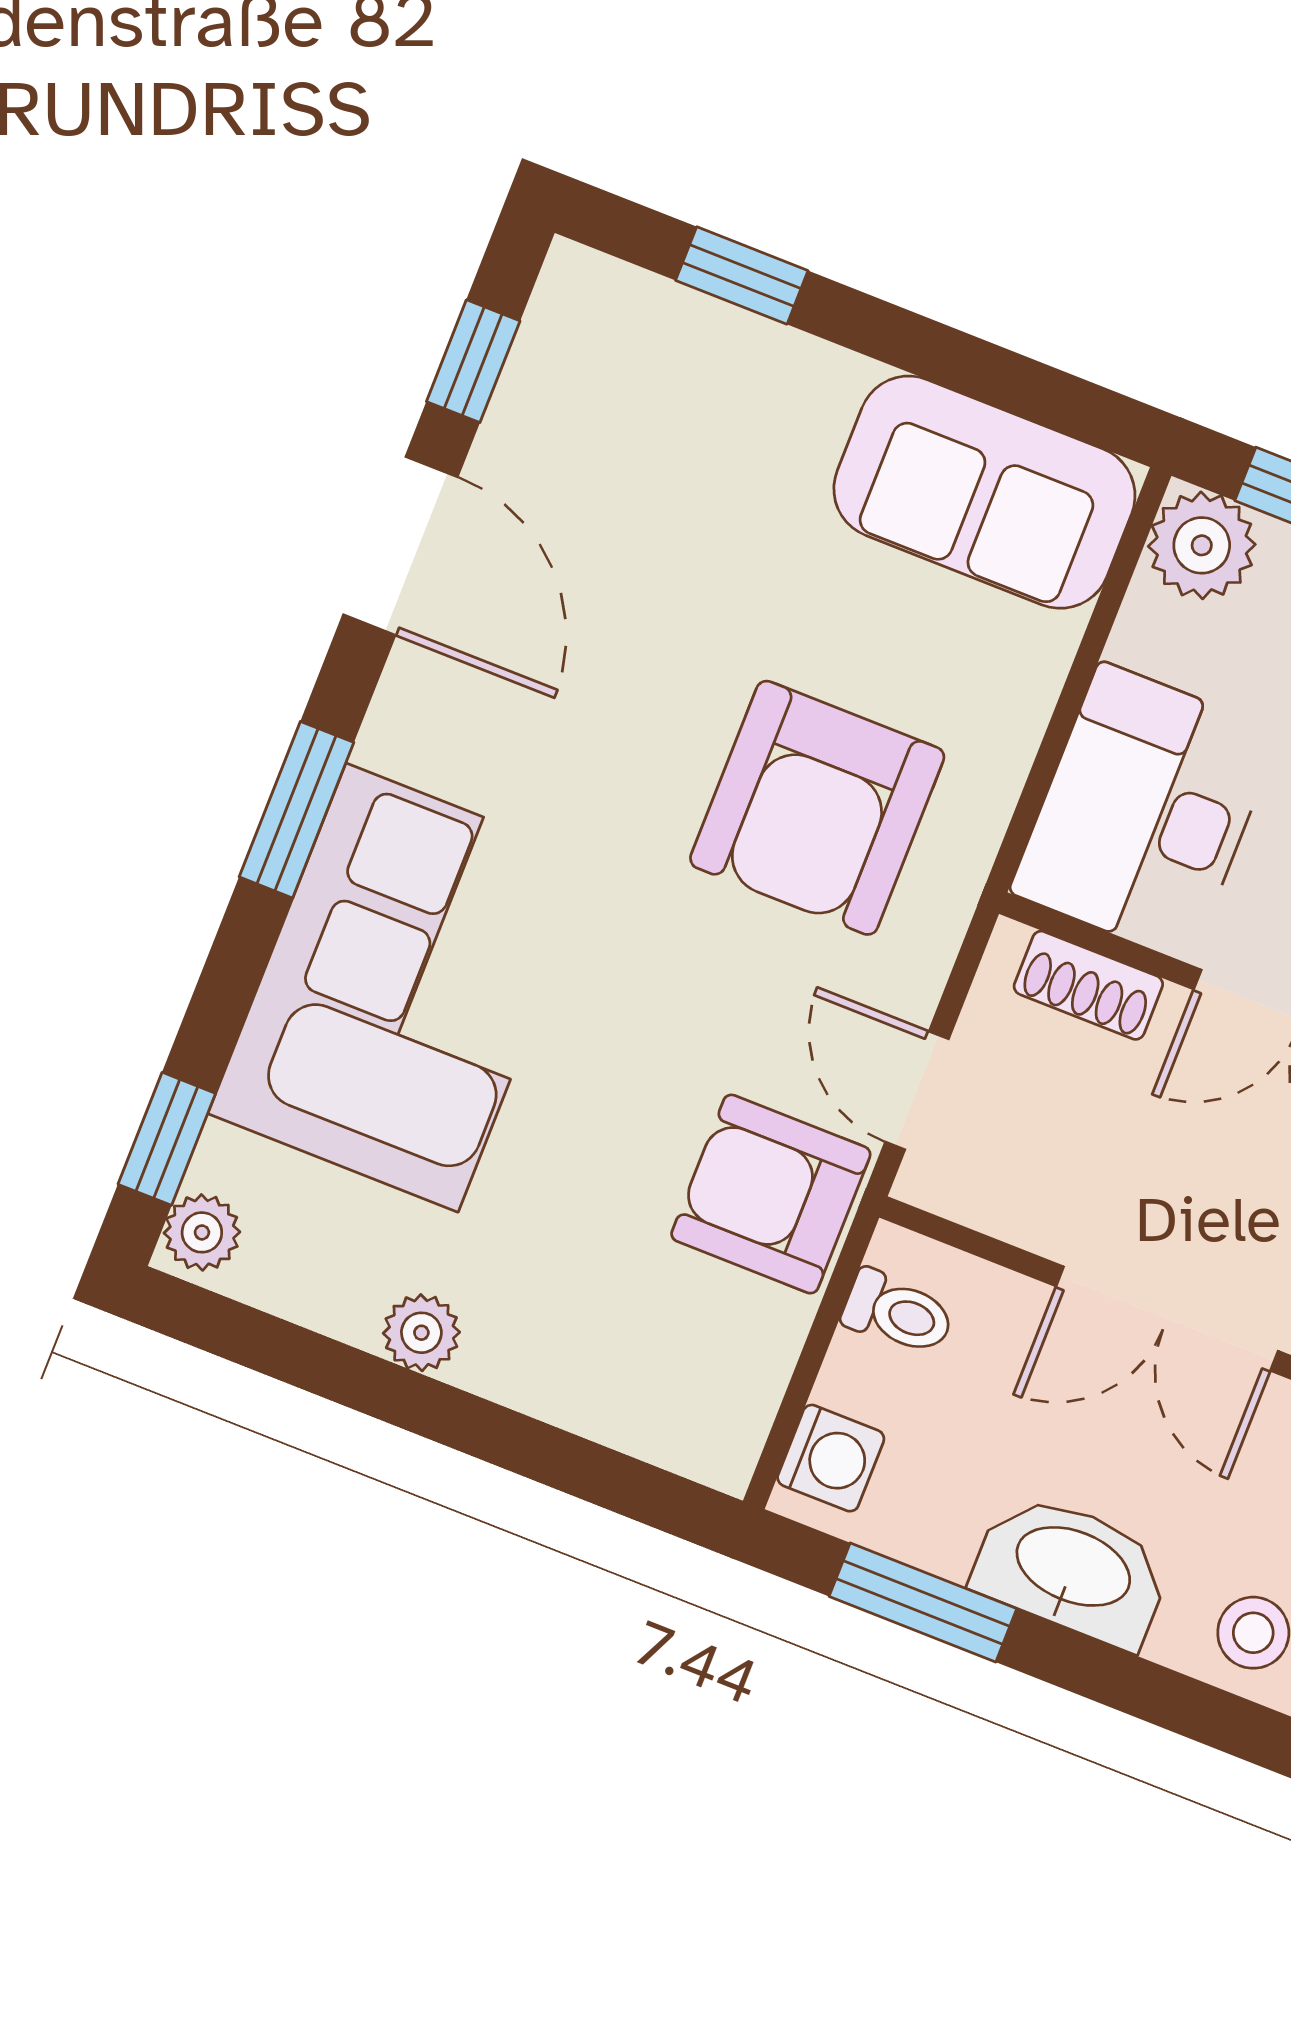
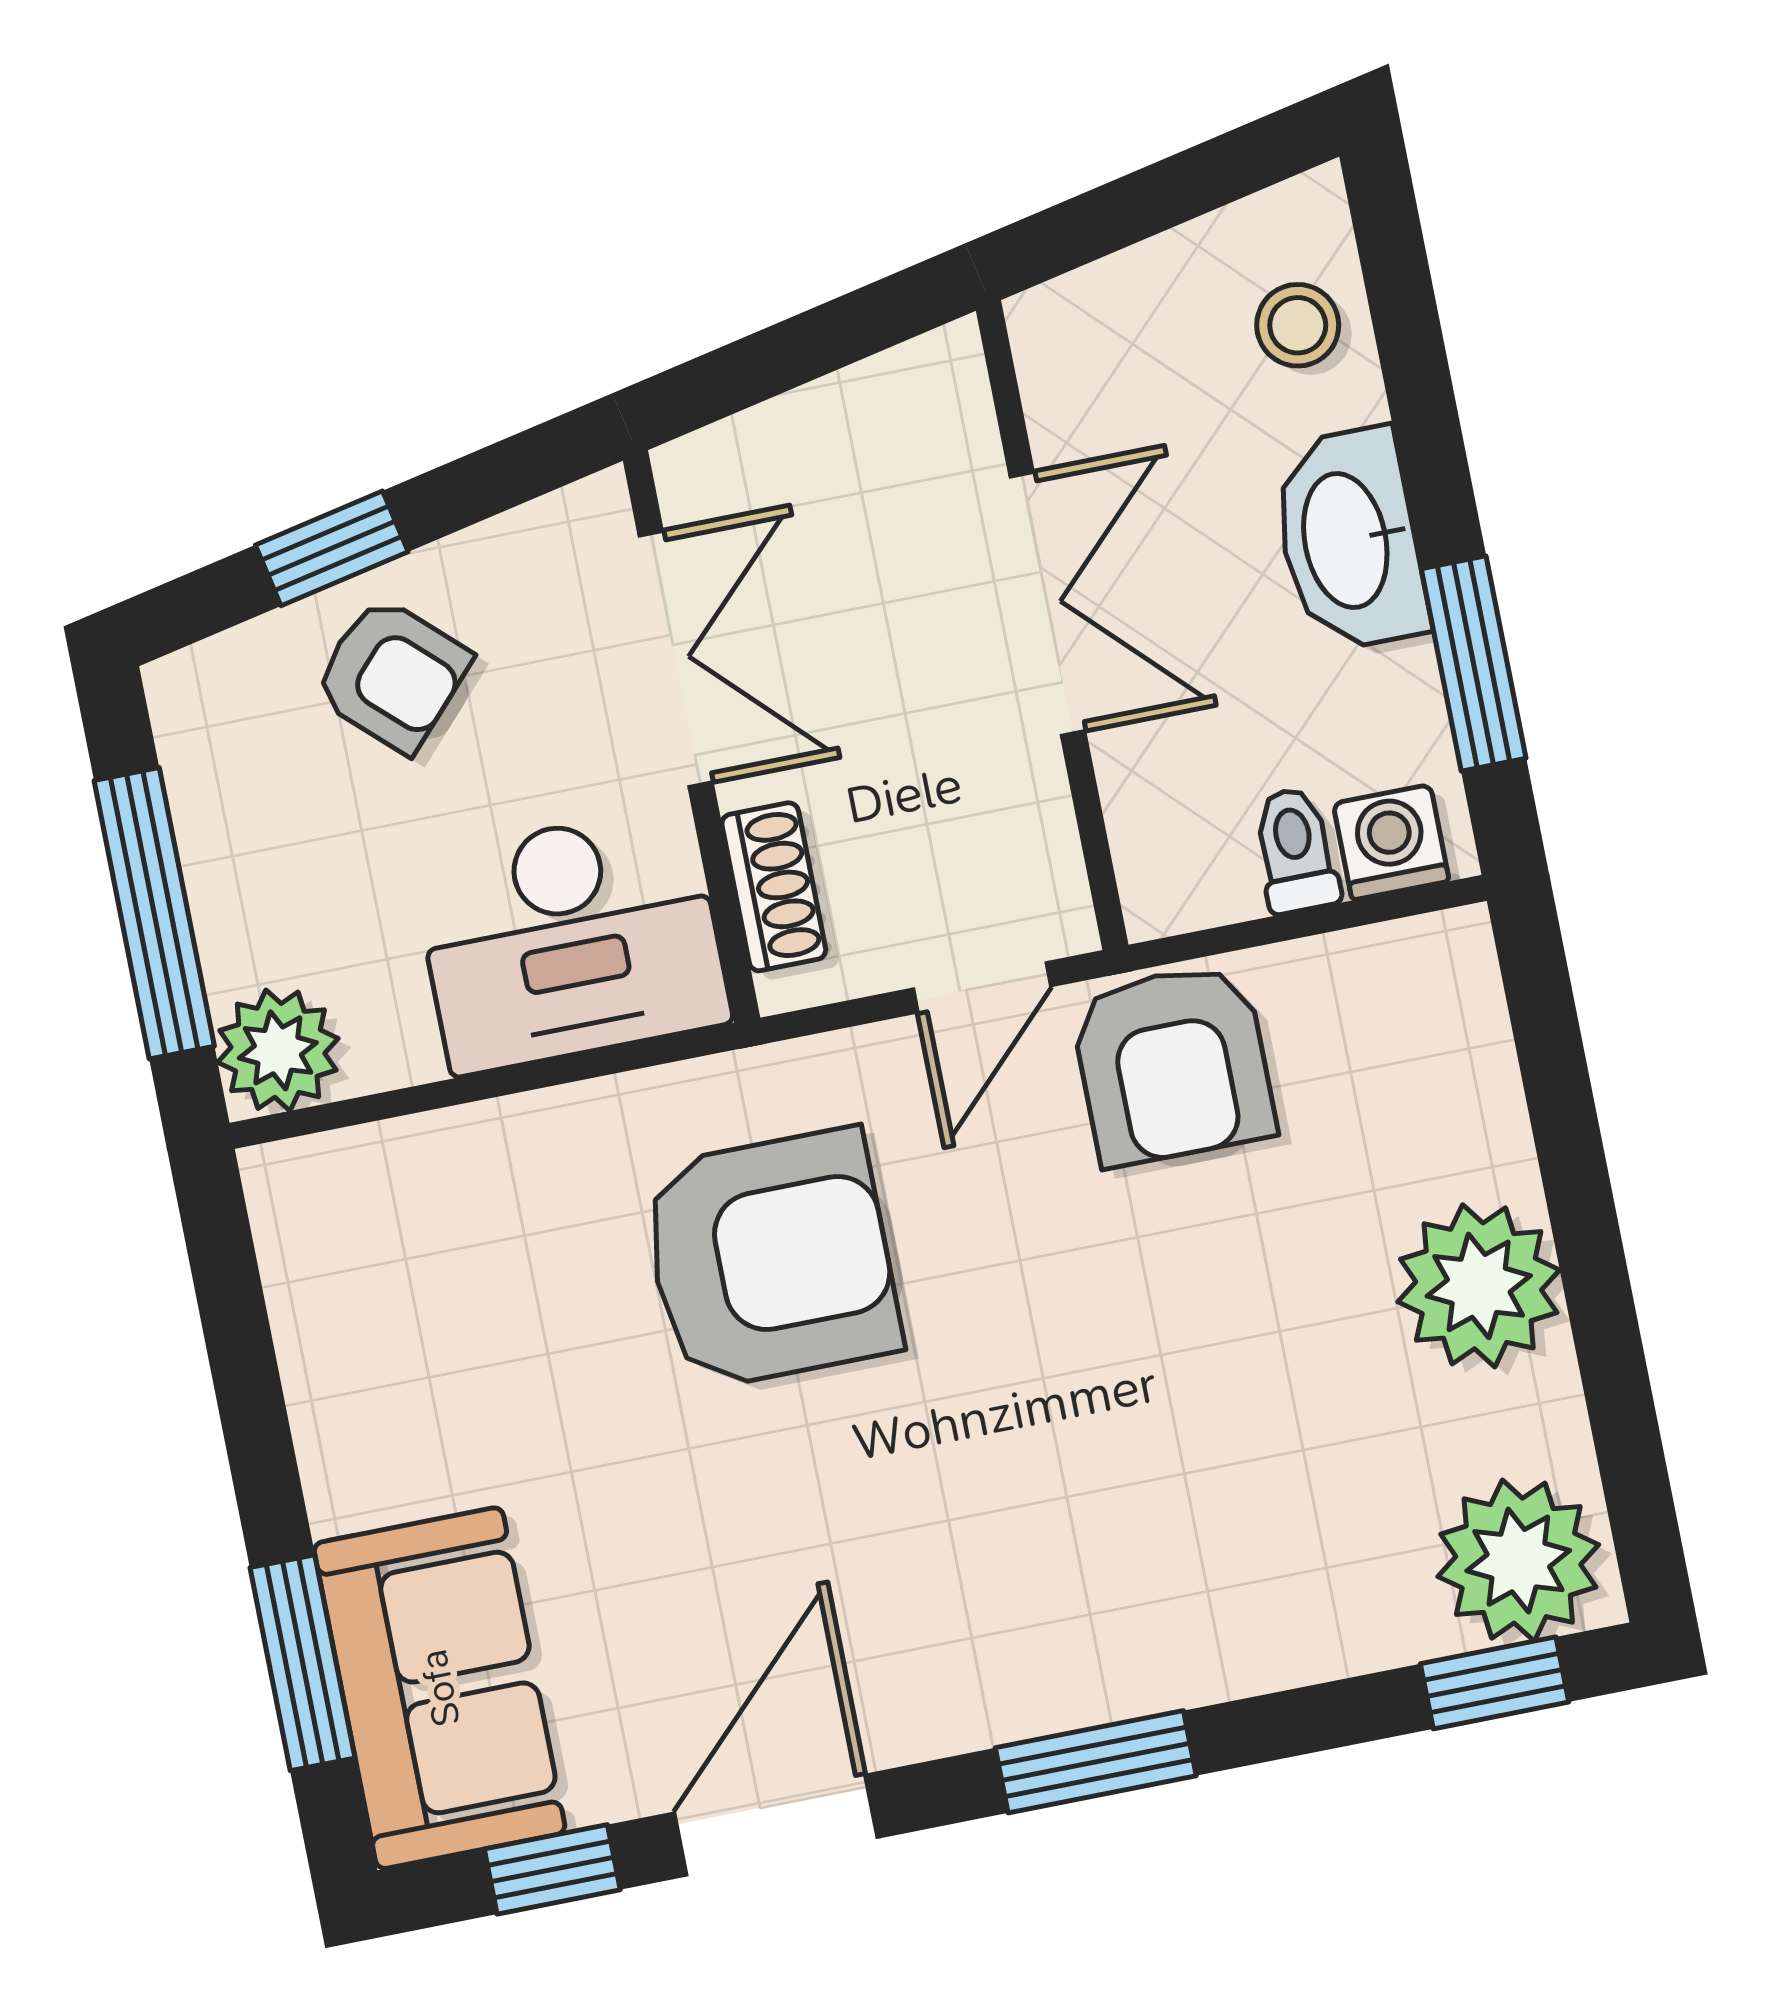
window: (742, 276) -> (303, 1663), width x1.50
sofa: (984, 492) -> (440, 1688), moved
corner sofa: (402, 988) -> (1202, 1549), removed
plant: (202, 1232) -> (1518, 1561), width x1.87, depth x1.87
toilet: (898, 1313) -> (1296, 850), moved
plant: (421, 1333) -> (1479, 1286), width x1.87, depth x1.87

